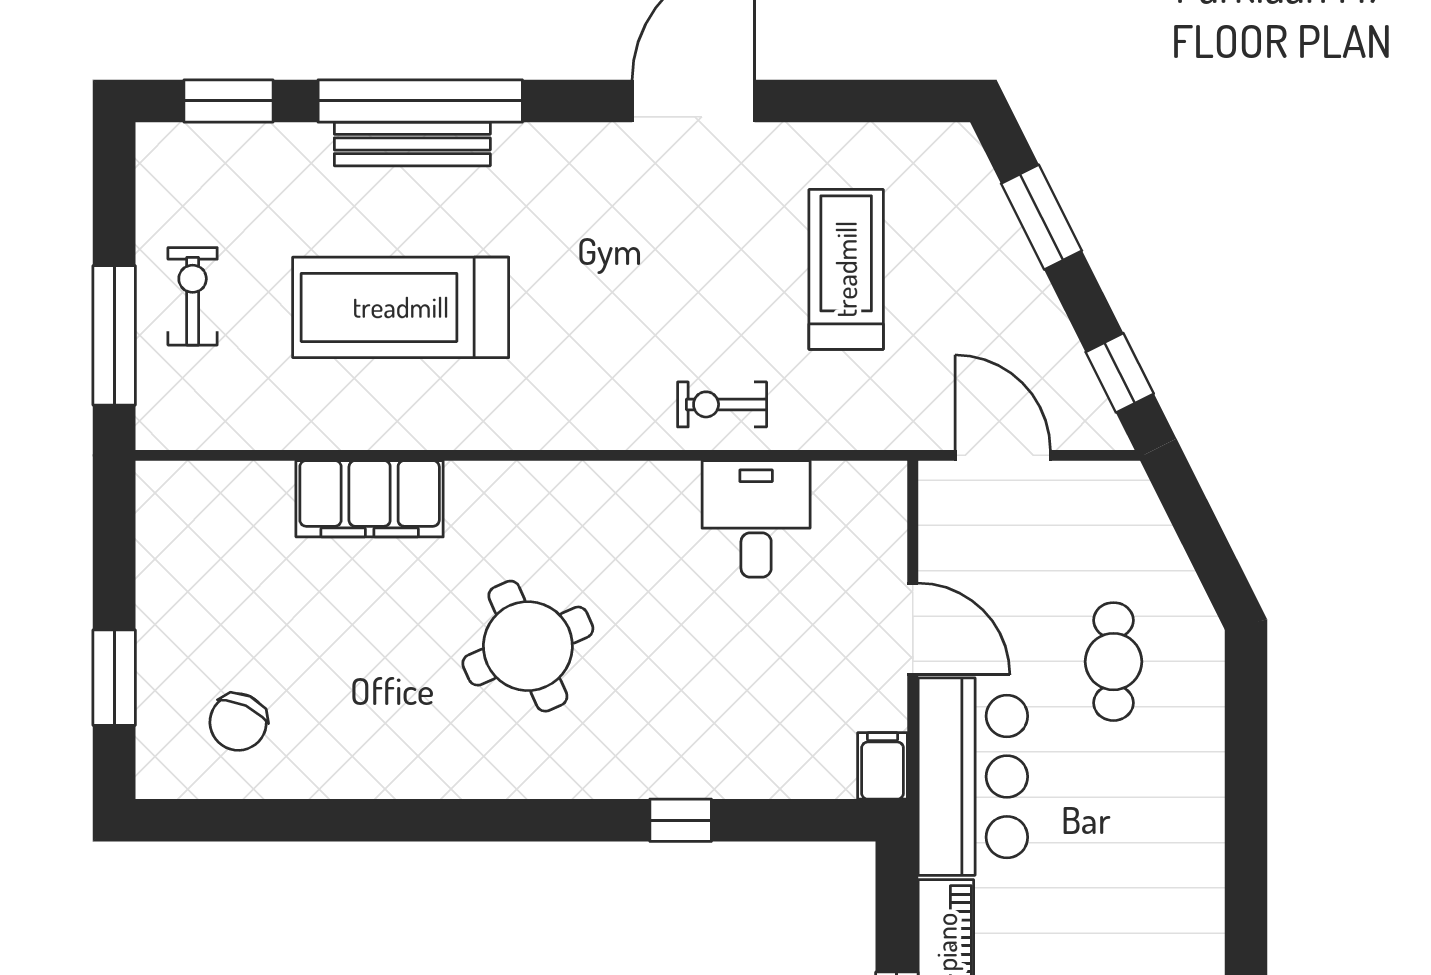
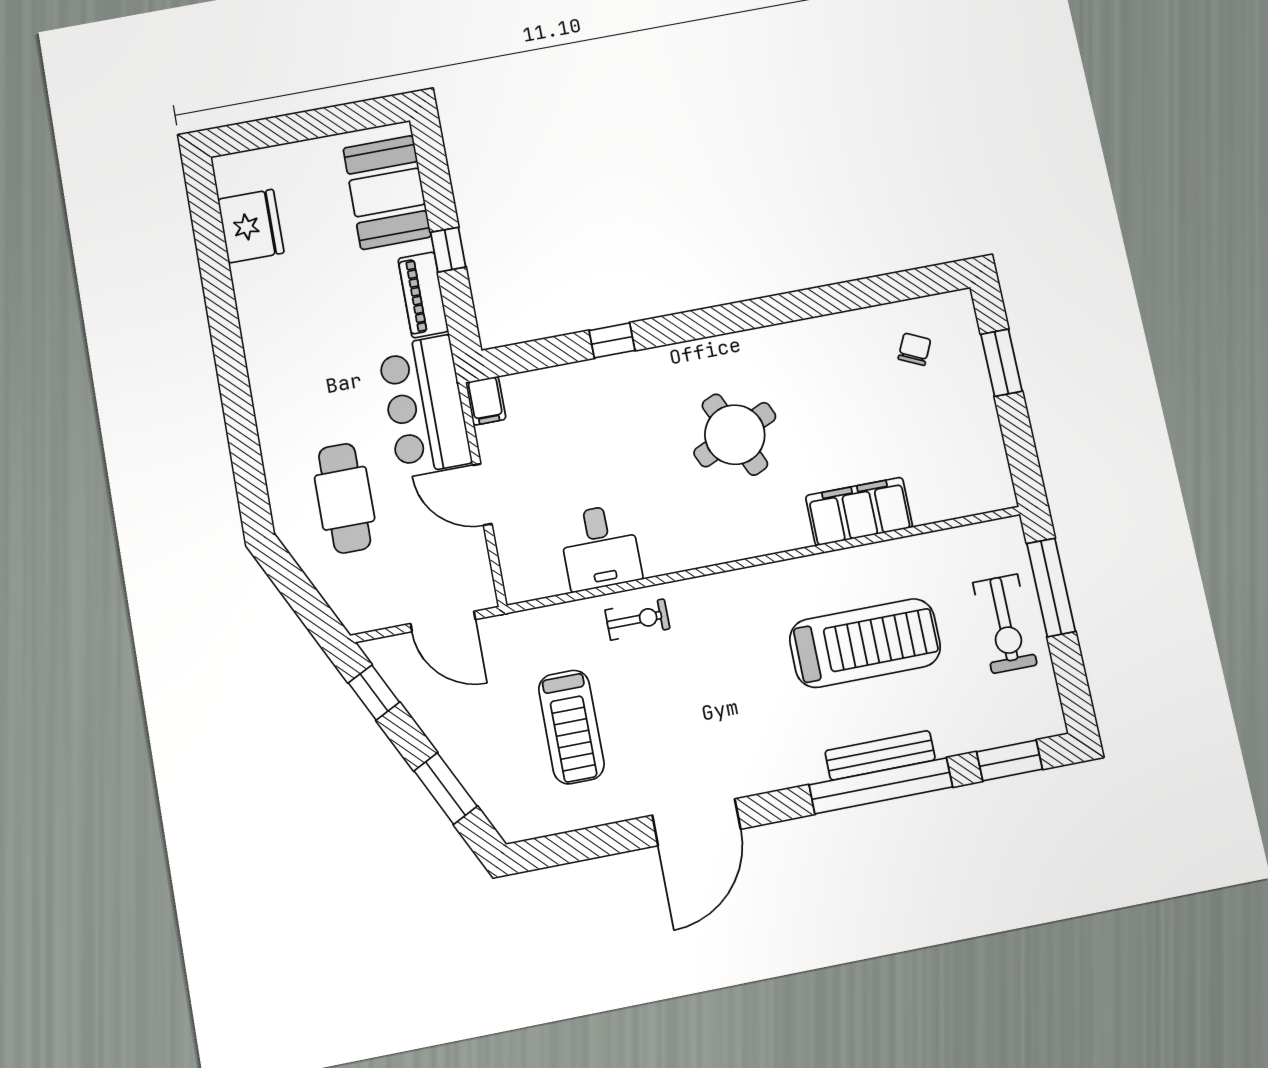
exercise bike: (193, 296) -> (1005, 624), width x1.38, depth x1.39
cafe table: (1113, 662) -> (345, 498), width x1.37, depth x1.35
chair: (238, 722) -> (914, 349), width x0.73, depth x0.73

